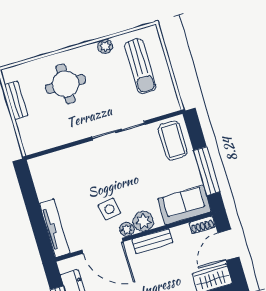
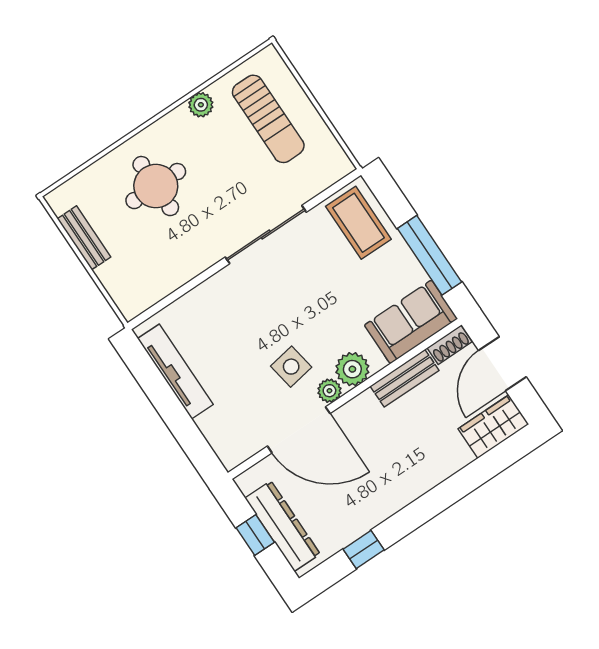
tv unit: (55, 228) -> (175, 371), moved
bench: (152, 241) -> (405, 378), moved

